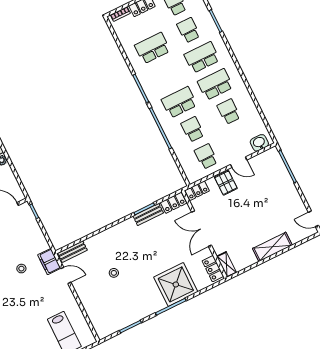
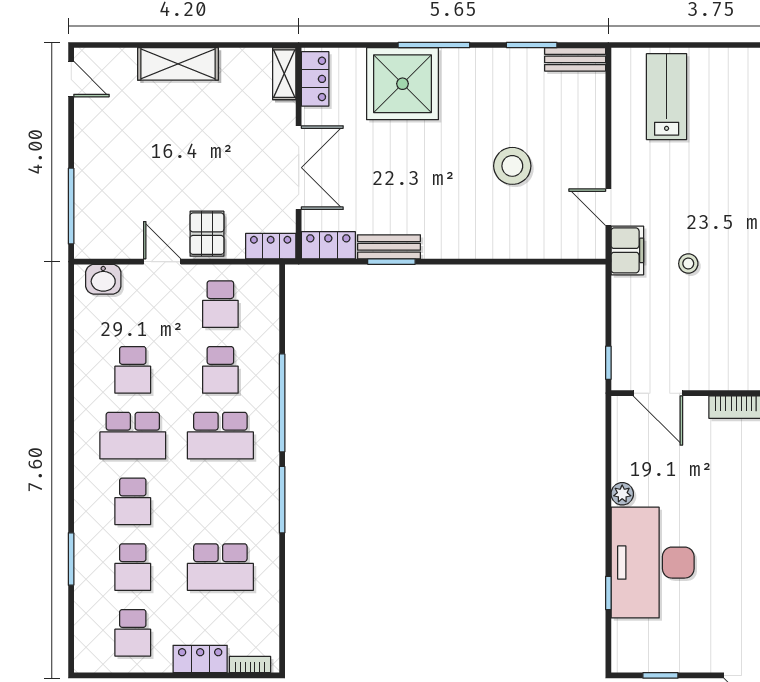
school desk: (202, 57) -> (133, 501), width x0.54
bench: (72, 252) -> (575, 59), moved
stool: (114, 273) -> (512, 166), width x1.89, depth x1.89

